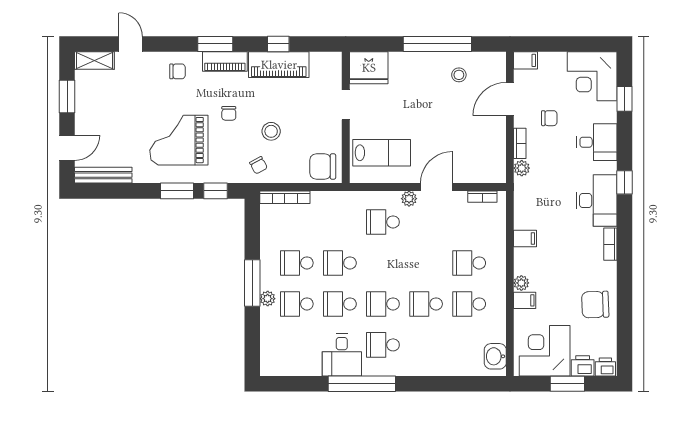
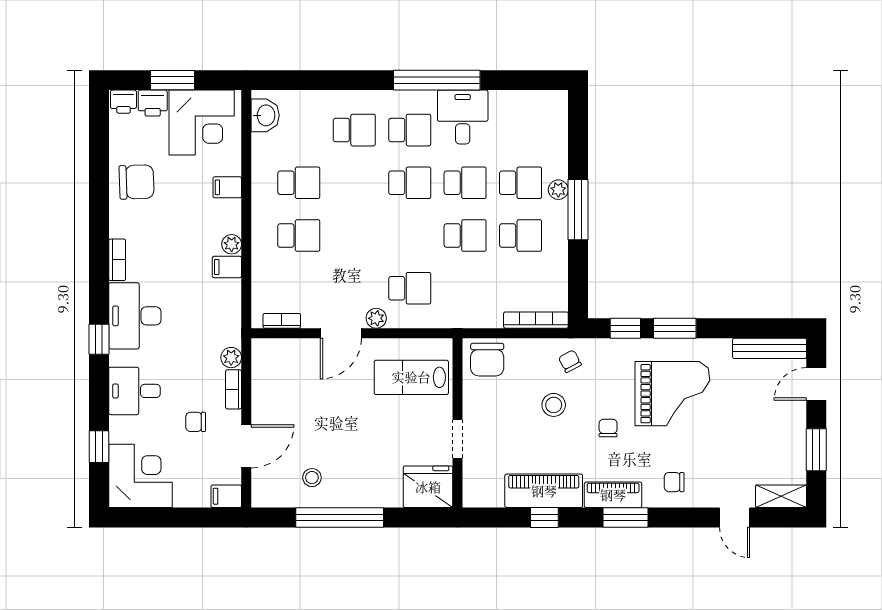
chair: (323, 167) -> (487, 360), turned 90
plant: (521, 283) -> (232, 244), moved
school desk: (426, 304) -> (354, 130), moved

